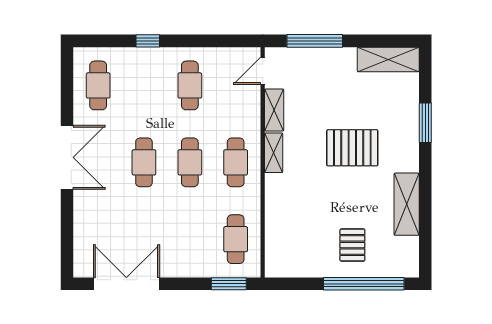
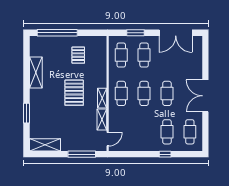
cafe table: (190, 85) -> (167, 132), moved
pallet: (352, 148) -> (74, 93), moved, turned 90
cafe table: (190, 239) -> (144, 55), added
pallet: (352, 245) -> (78, 55), moved
window: (229, 284) -> (136, 33), moved

